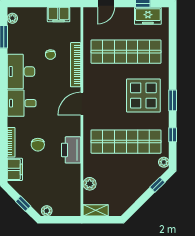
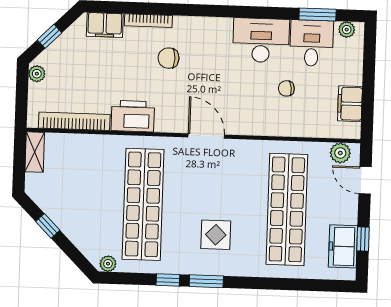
bookcase: (76, 65) -> (74, 121), moved
display table: (143, 95) -> (216, 235), width x0.54, depth x0.54
desk: (22, 103) -> (312, 43), moved
window: (173, 135) -> (168, 280), moved
chair: (38, 145) -> (168, 58), moved
plant: (90, 184) -> (340, 153), moved
window: (157, 185) -> (48, 226), moved

